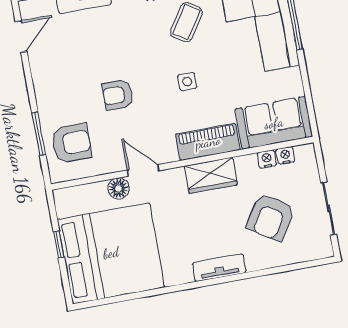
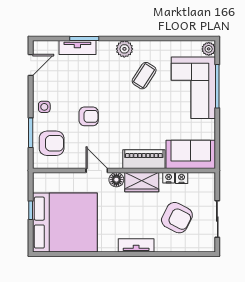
side table: (187, 82) -> (44, 107), moved
armchair: (118, 95) -> (89, 116), turned 180
nightstand: (285, 155) -> (169, 178), moved
floor lamp: (119, 188) -> (116, 180), moved
armchair: (270, 217) -> (177, 218), turned -95

